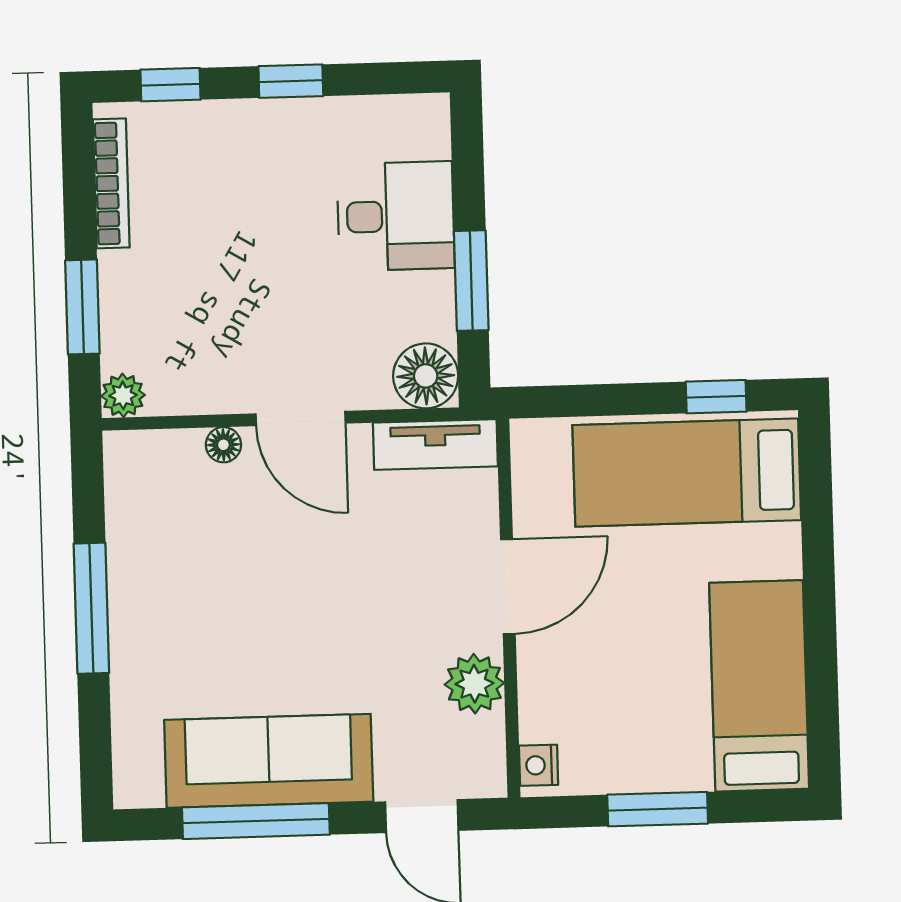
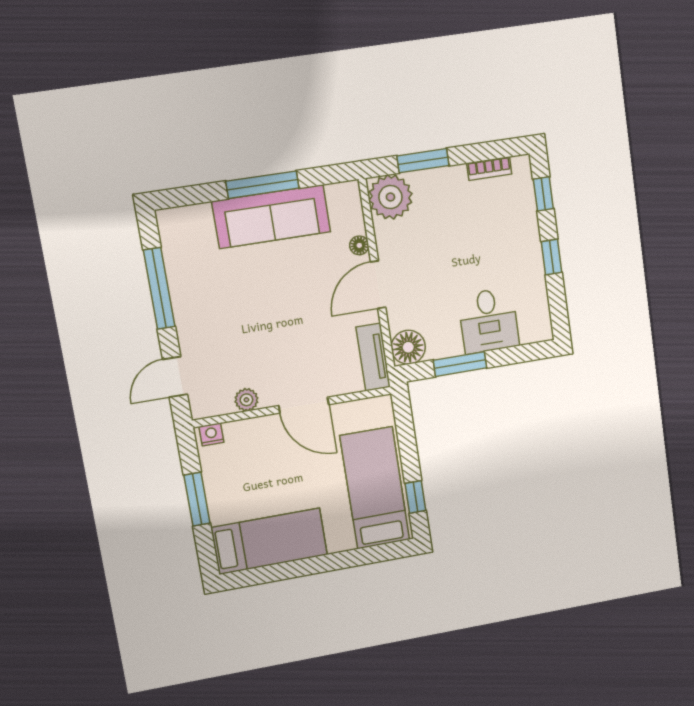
bookcase: (111, 183) -> (489, 169), width x0.64
plant: (123, 395) -> (390, 197), width x1.88, depth x1.88
plant: (474, 684) -> (246, 400), width x0.73, depth x0.73
sofa: (269, 761) -> (271, 217), moved, turned 90

